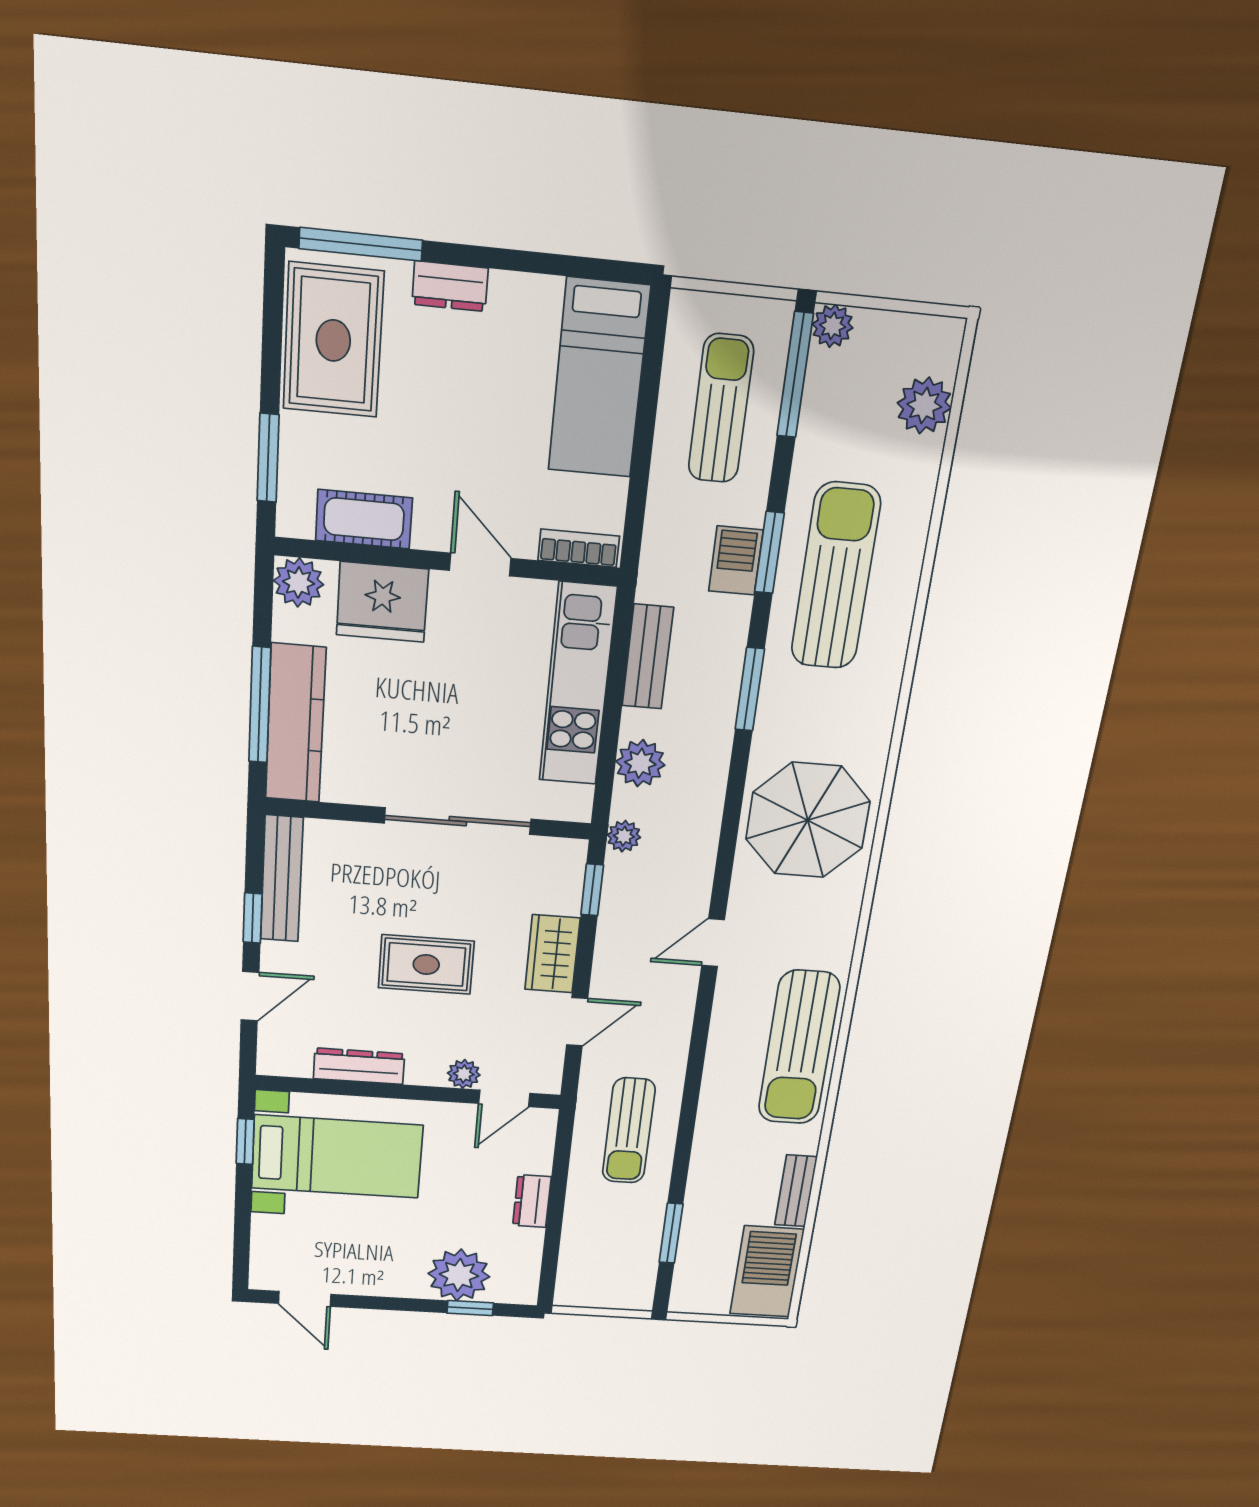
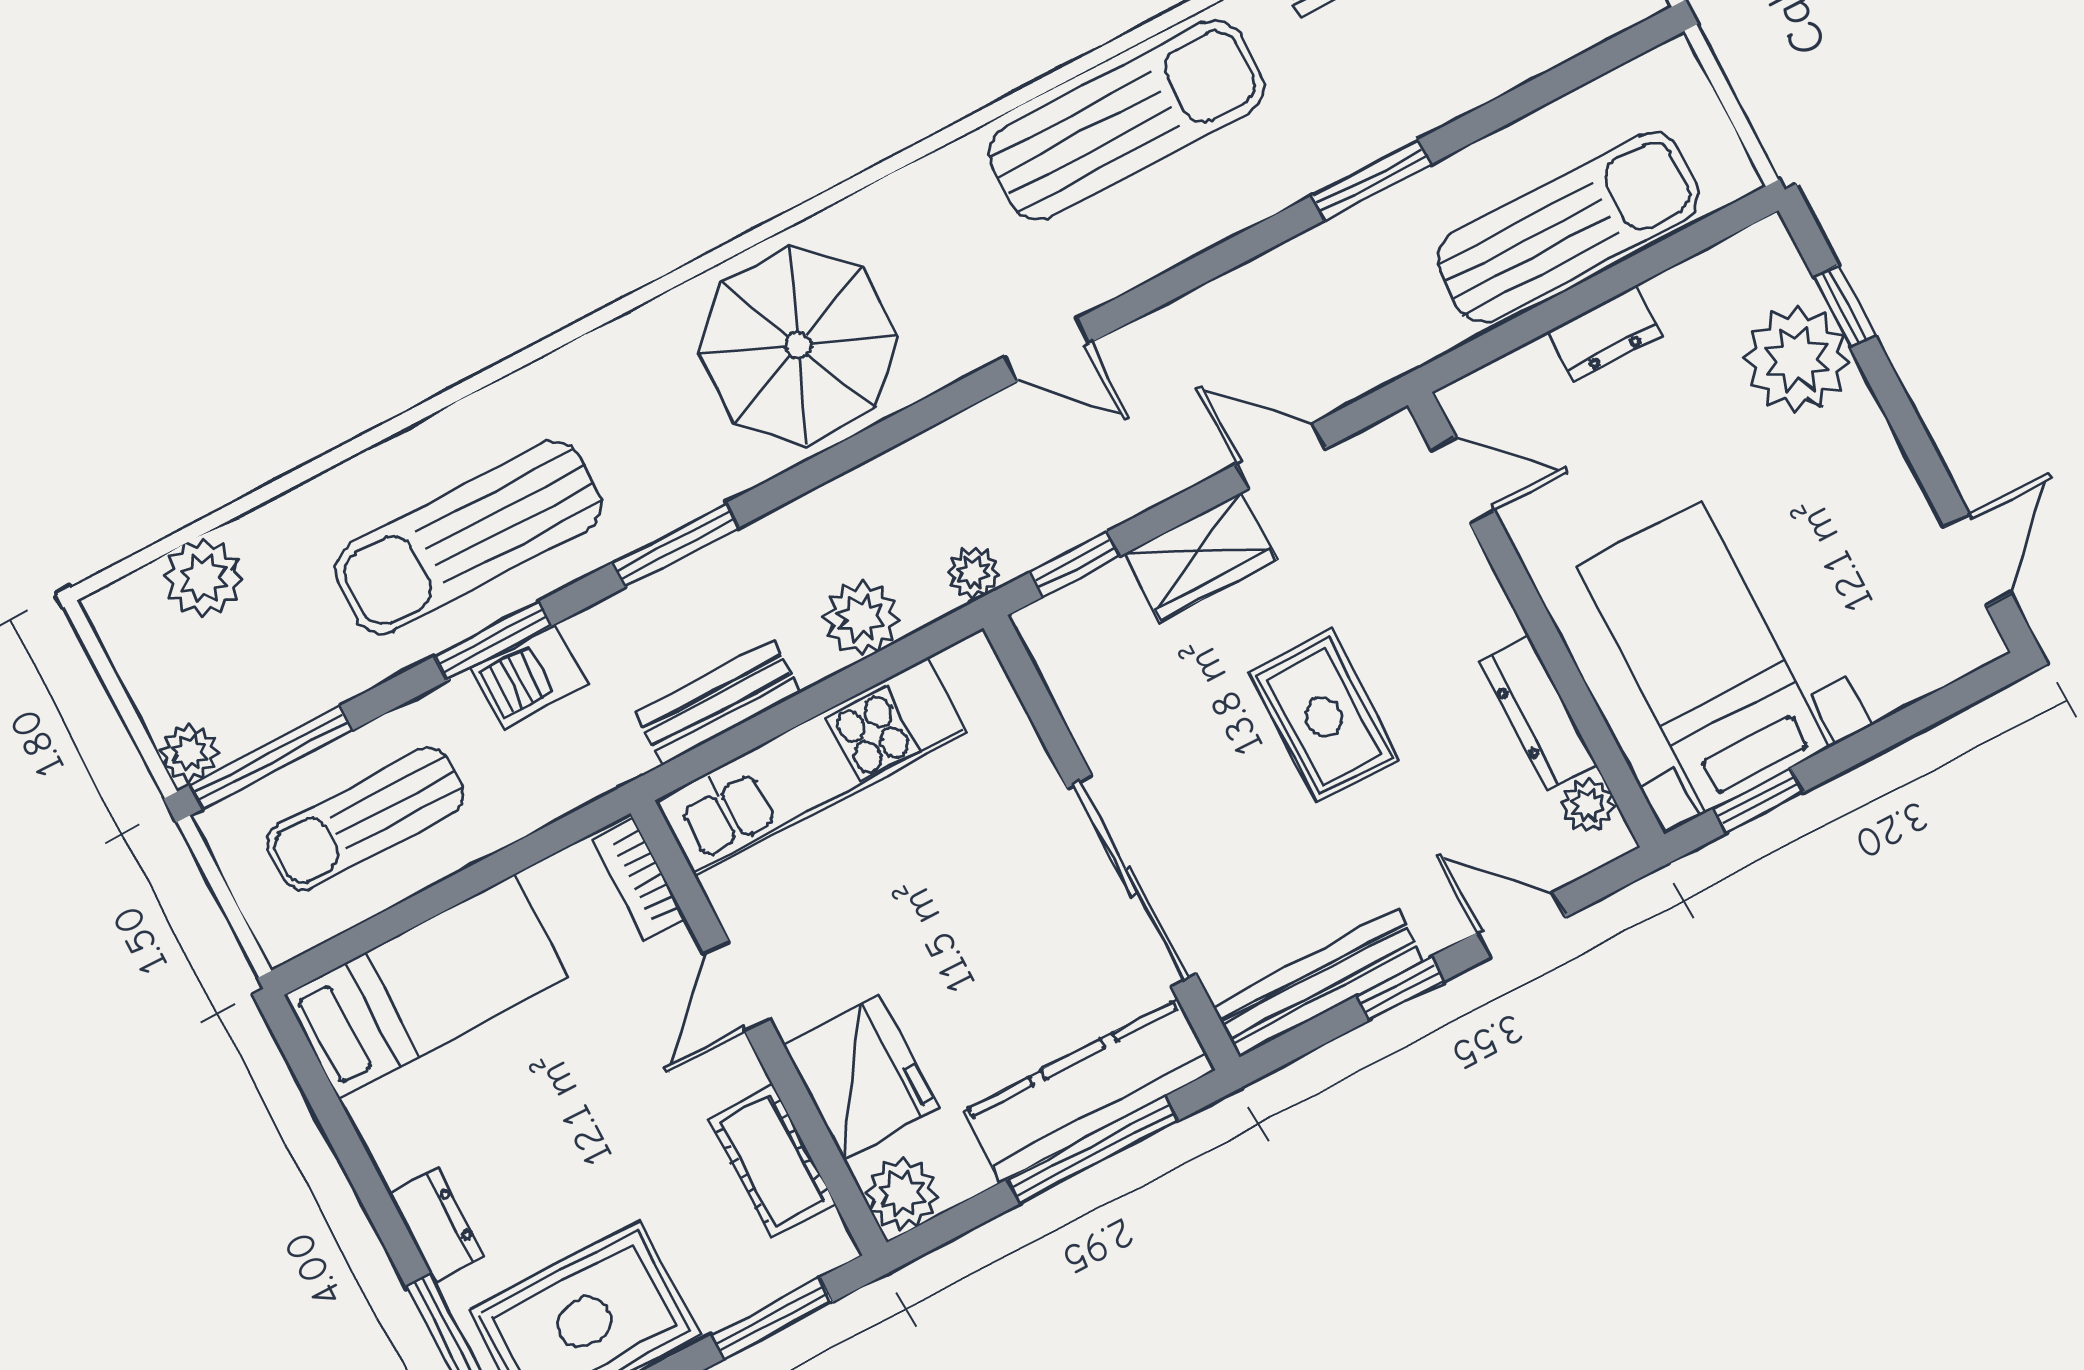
sliding door: (458, 821) -> (1131, 881), moved
plant: (464, 1074) -> (1588, 806), moved
sun lounger: (629, 1131) -> (1568, 227), moved, width x1.36, depth x1.34
window: (671, 1233) -> (1371, 180), moved

